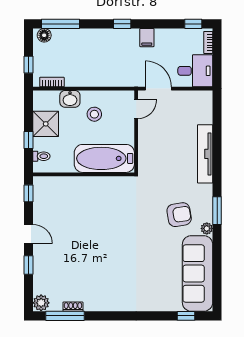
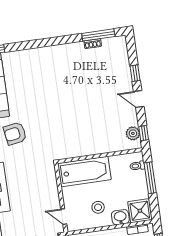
door: (136, 109) -> (64, 217), hinge flipped
shower: (46, 124) -> (140, 211), moved
window: (29, 140) -> (150, 178), width x2.17
plant: (41, 303) -> (133, 133), moved

